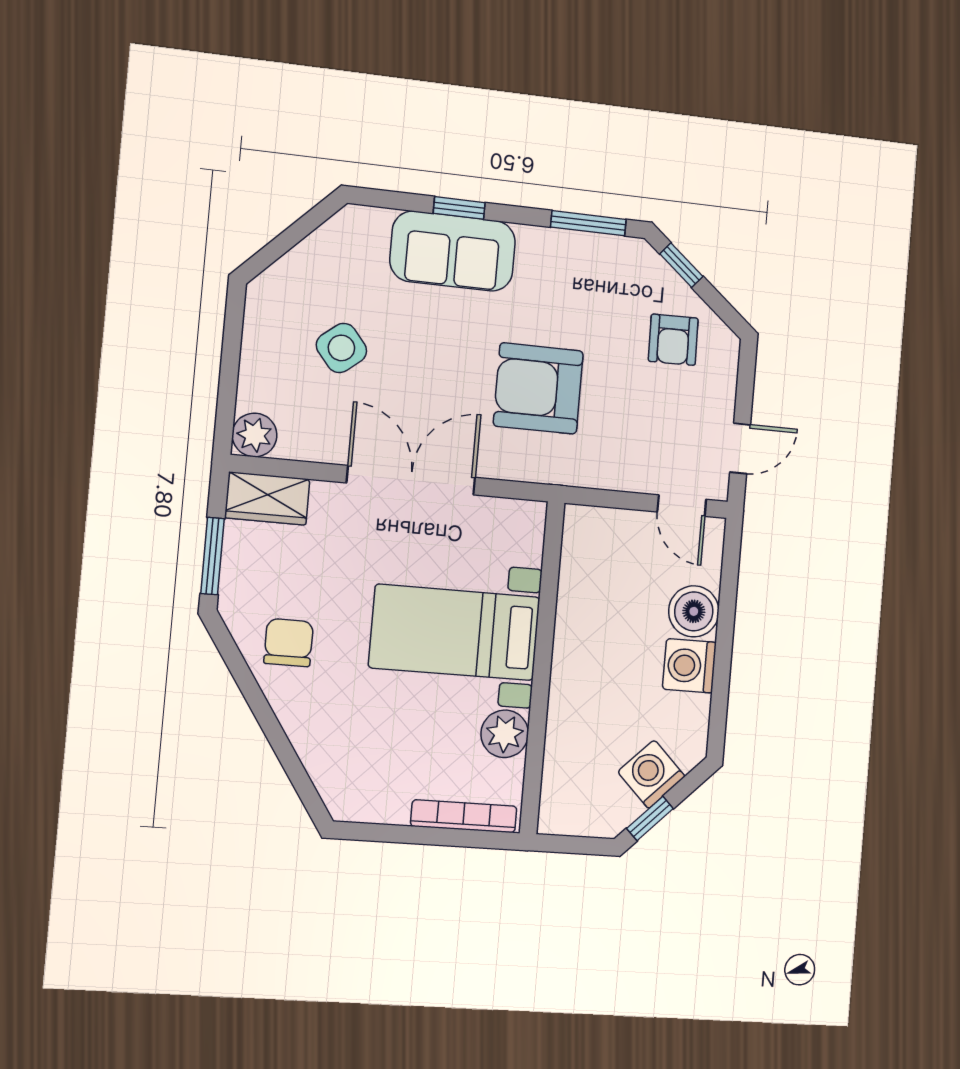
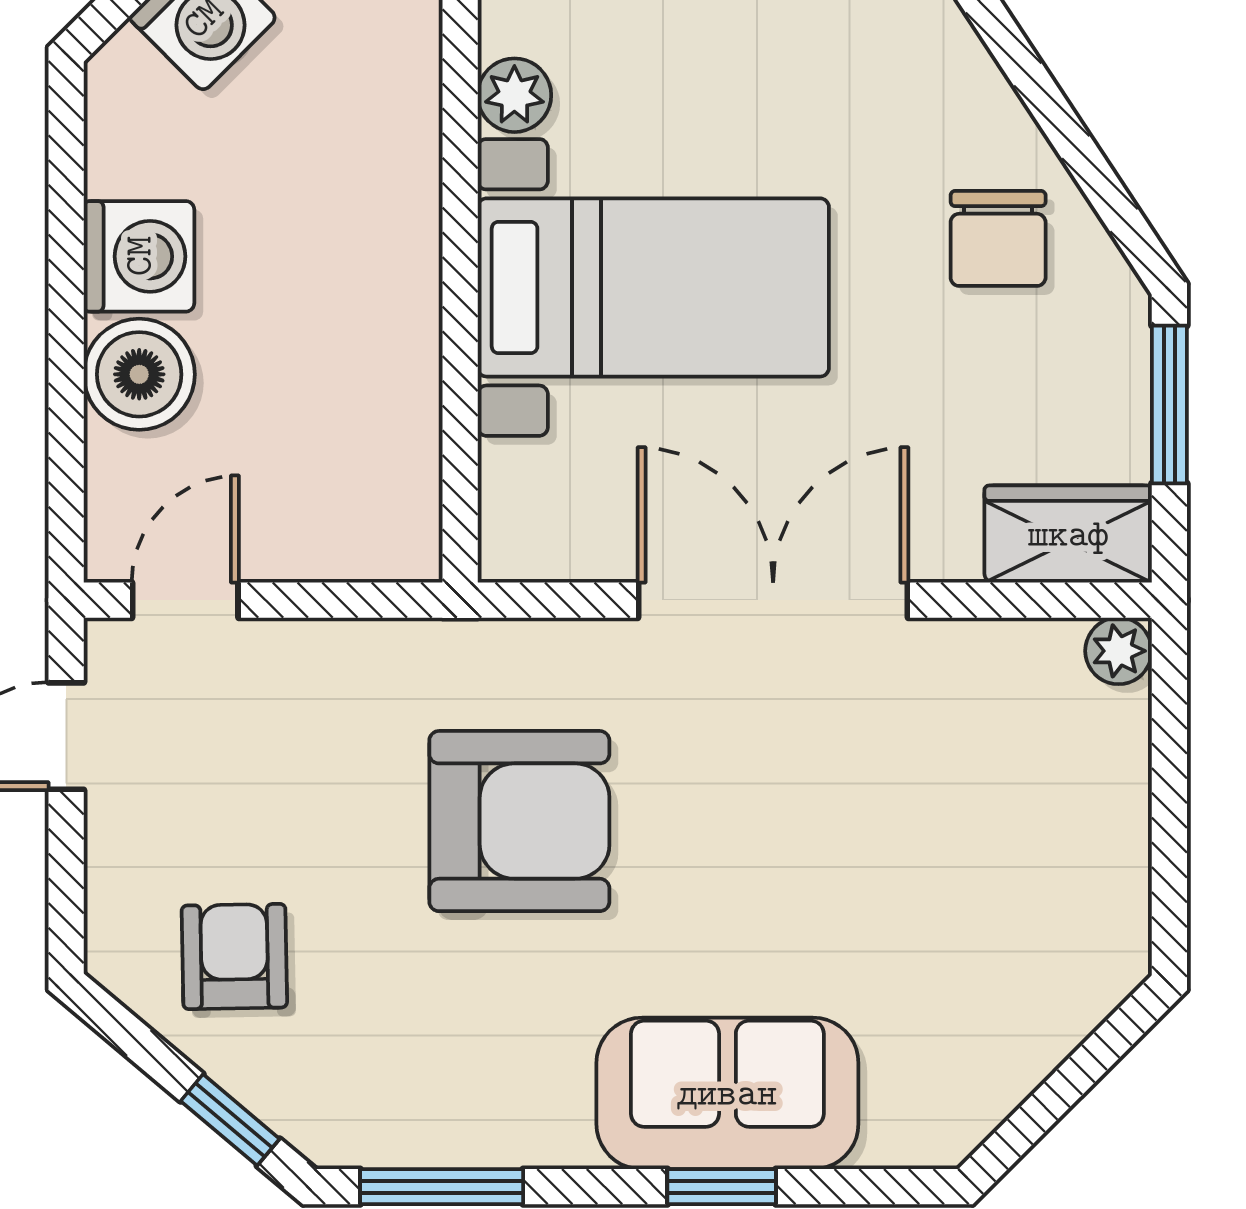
side table: (341, 348) -> (943, 863), removed
plant: (255, 435) -> (1119, 651), width x0.73, depth x0.73
double door: (411, 480) -> (773, 600), swing flipped
door: (682, 506) -> (185, 600), hinge flipped
plant: (505, 734) -> (514, 95), width x0.73, depth x0.73

